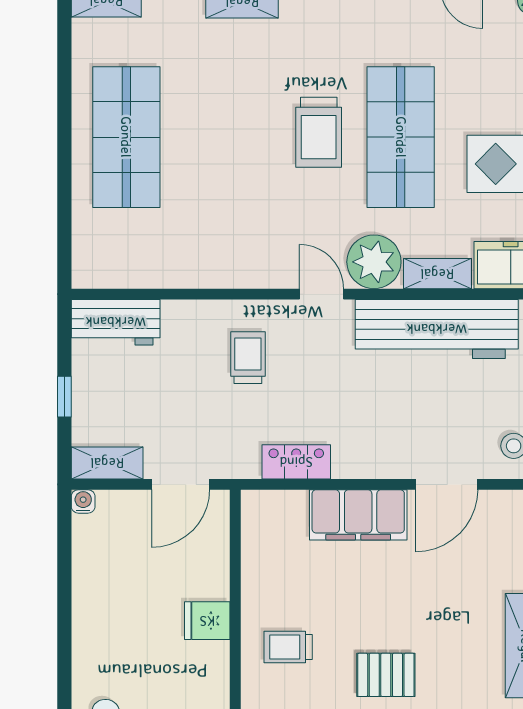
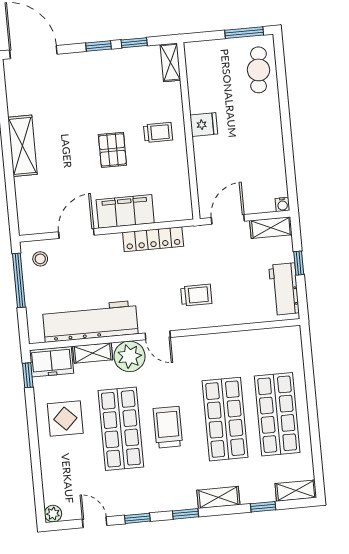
shop shelf: (218, 137) -> (225, 419), added
workbench: (116, 322) -> (284, 289), moved, turned -90
trolley: (248, 358) -> (196, 295), turned -90
locker: (296, 462) -> (153, 239), width x1.53
fridge: (207, 621) -> (204, 125), moved
pallet: (386, 675) -> (112, 150), moved, turned 90

